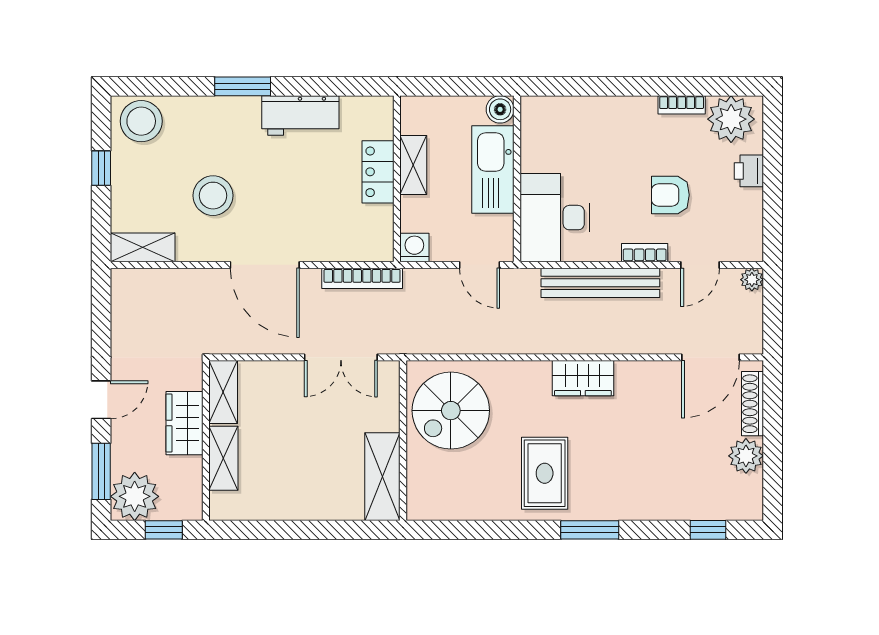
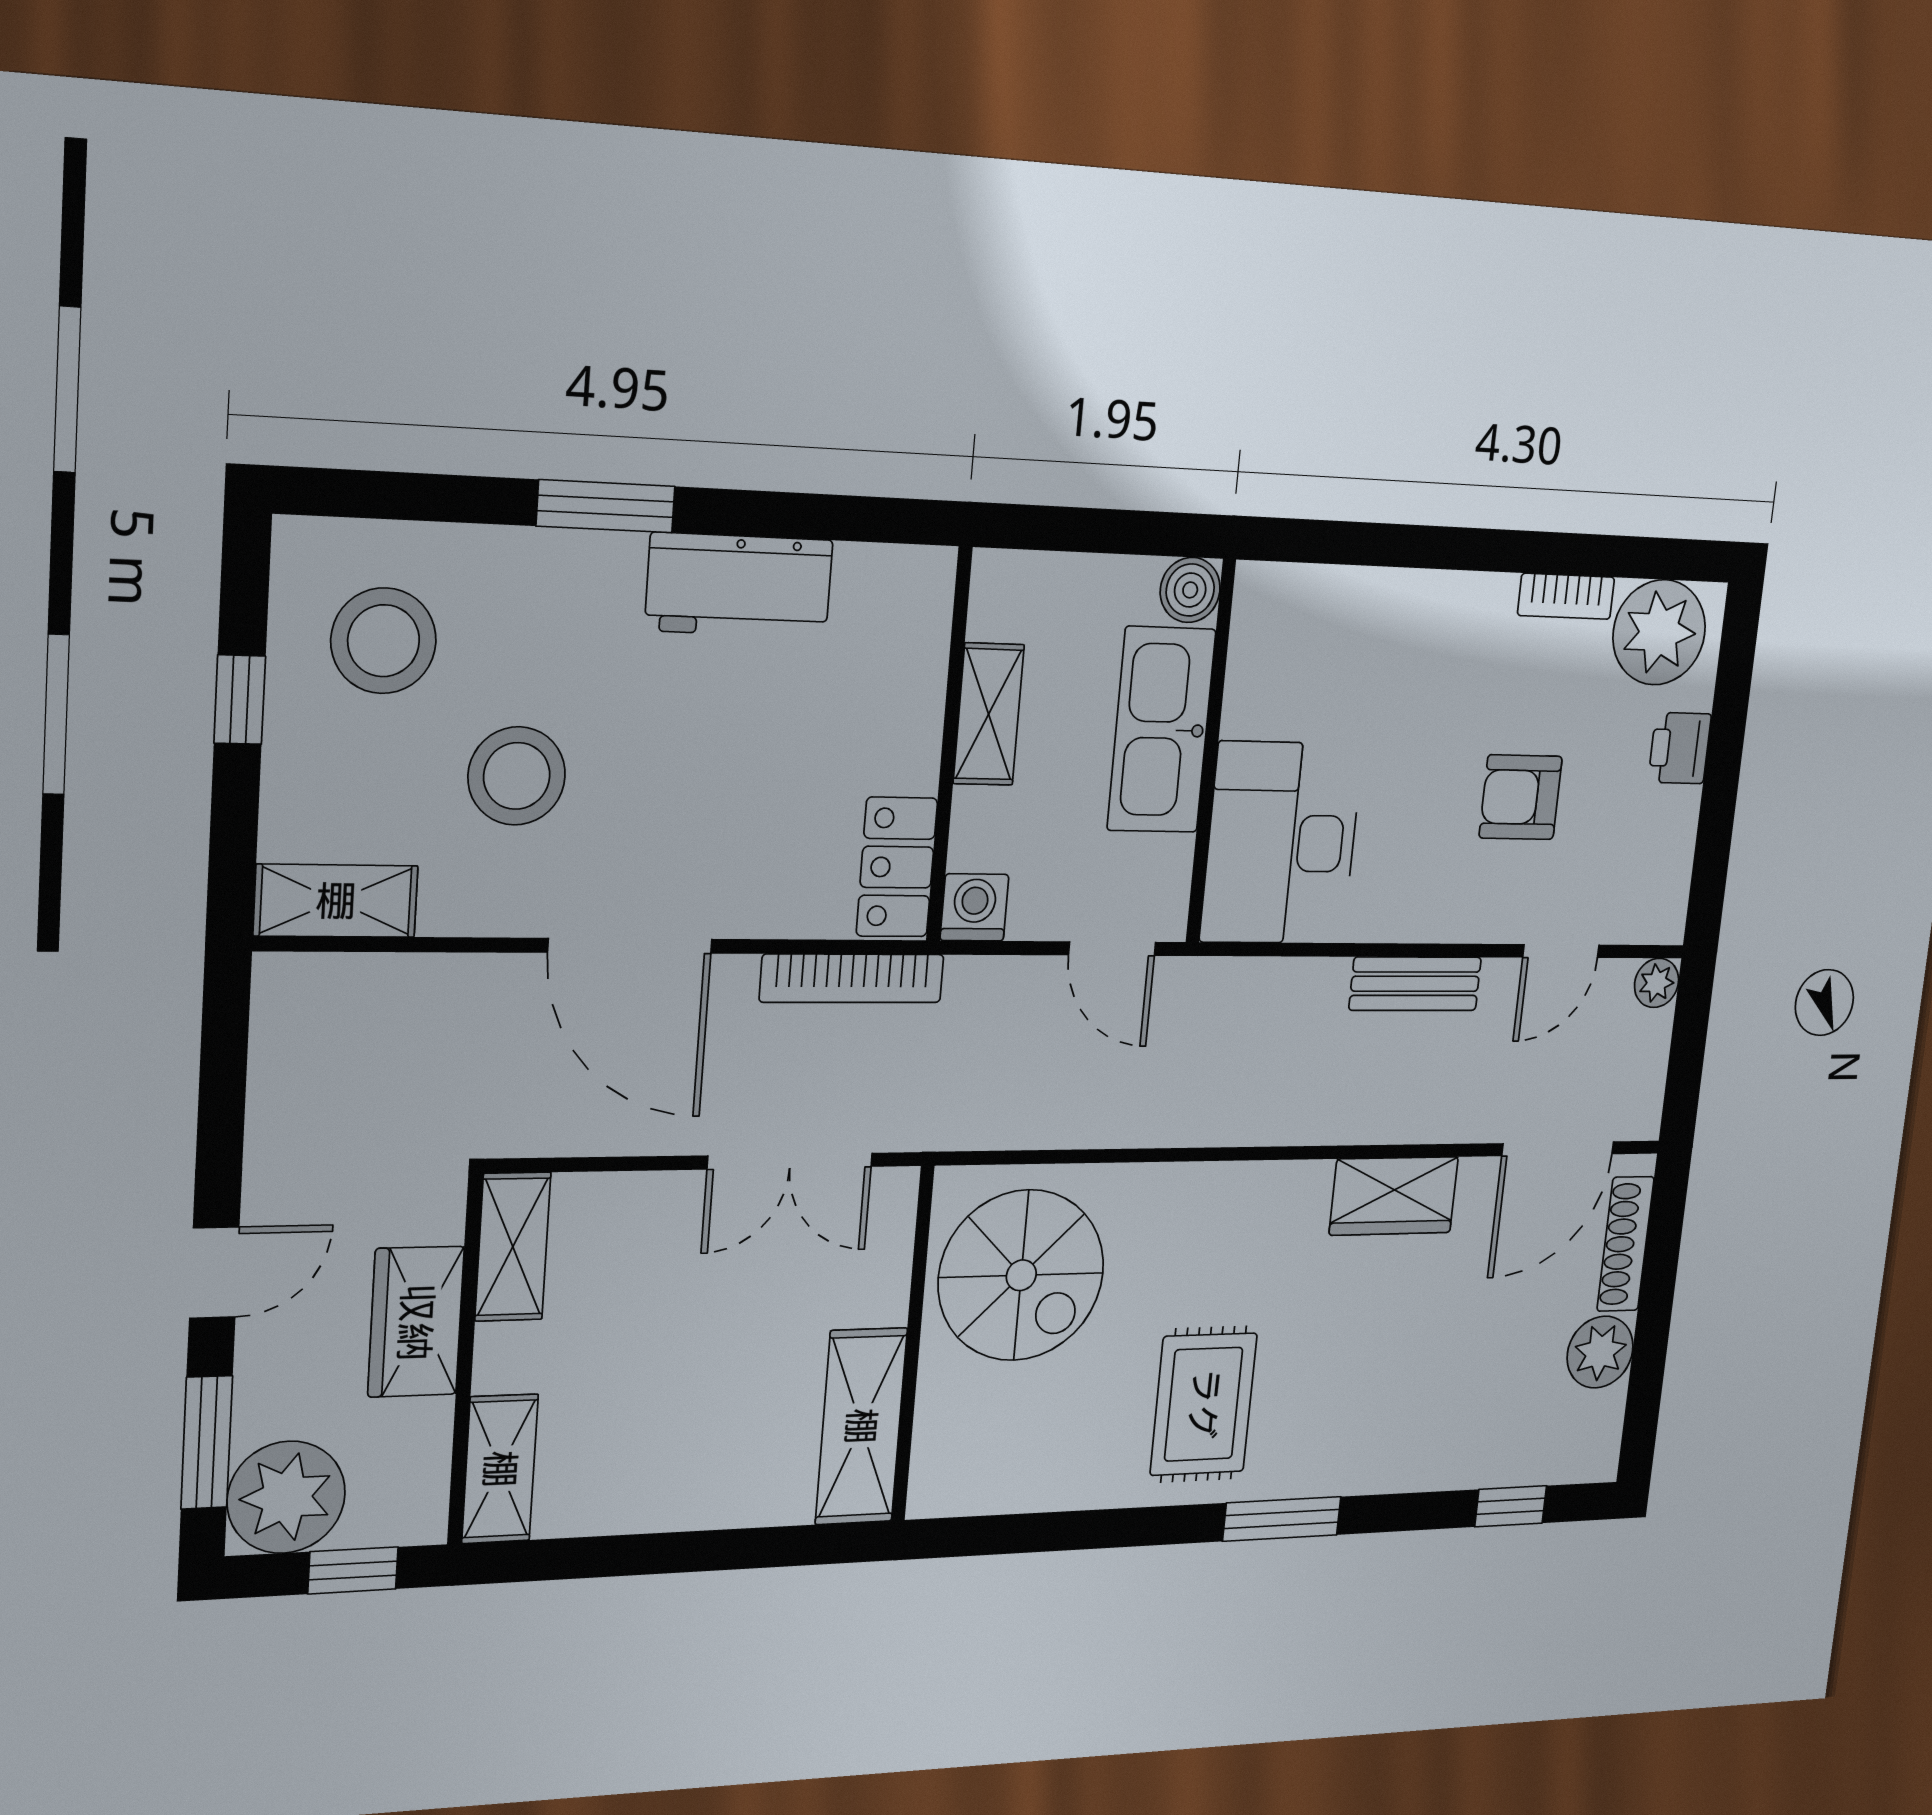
stool: (141, 121) -> (384, 641), moved
locker: (378, 172) -> (897, 867), moved
bookcase: (645, 253) -> (1455, 924), removed
bench: (600, 283) -> (1415, 984), width x0.54, depth x0.82
wardrobe: (583, 378) -> (1394, 1196), moved
spiral stairs: (451, 411) -> (1021, 1275), turned -90
shelving: (223, 458) -> (500, 1469), moved

